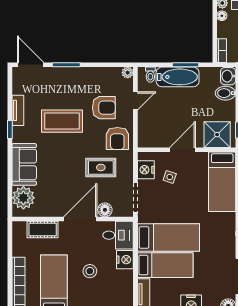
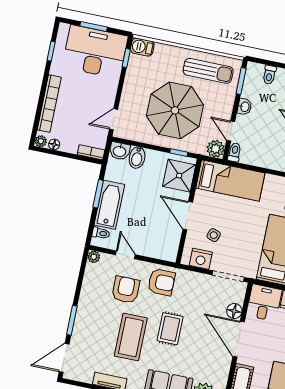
rug: (101, 167) -> (170, 329), moved

